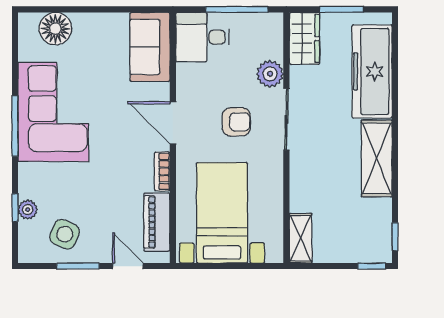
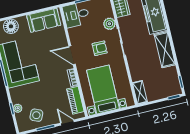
sofa: (150, 47) -> (44, 20), moved, turned -90

